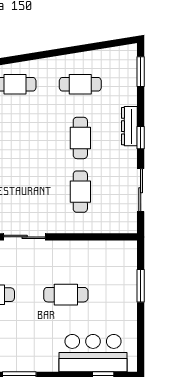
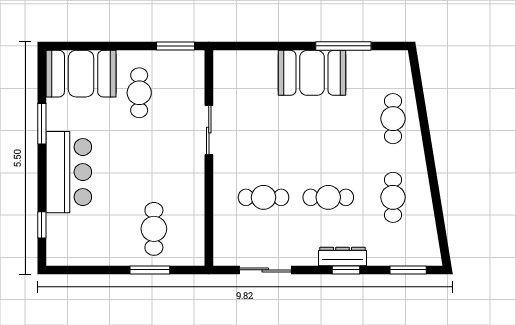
window: (141, 138) -> (346, 270), moved
cafe table: (66, 295) -> (154, 229), moved
bar counter: (93, 353) -> (69, 172), moved

